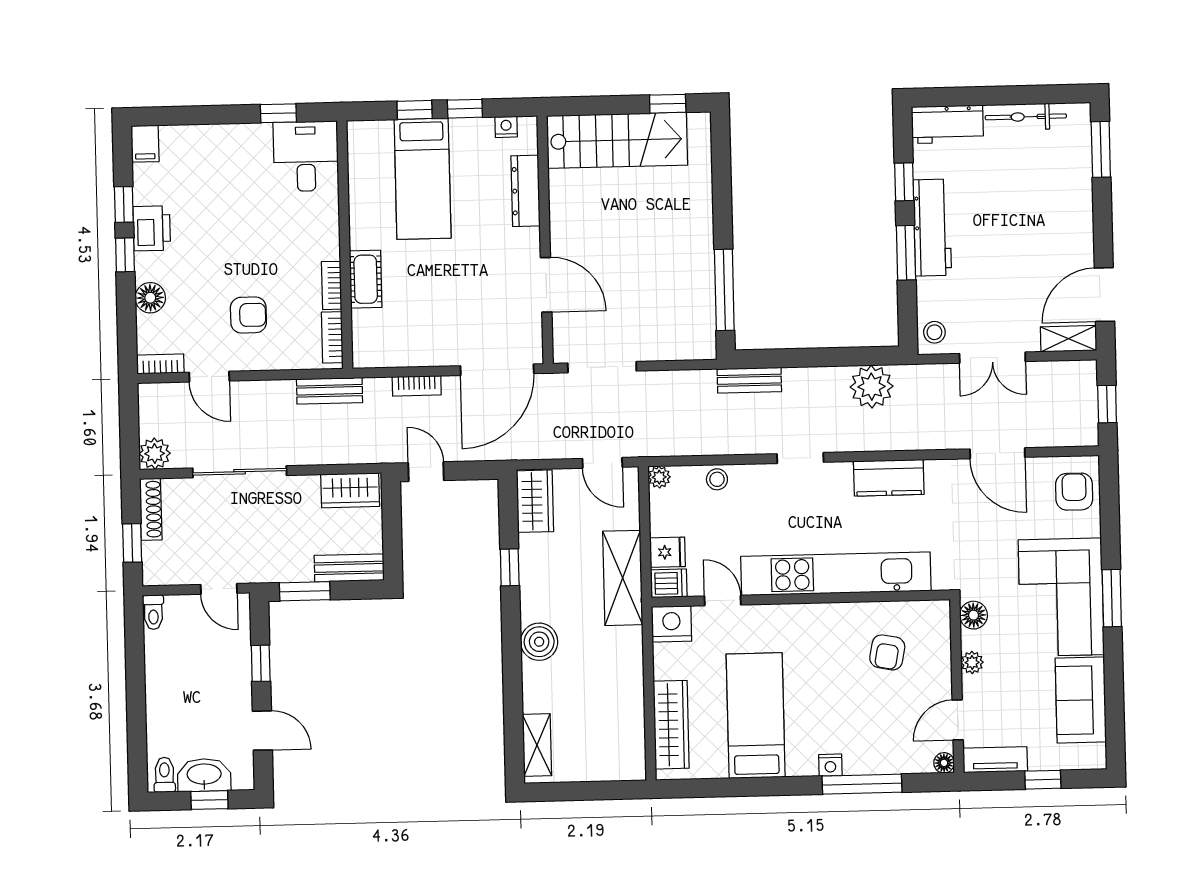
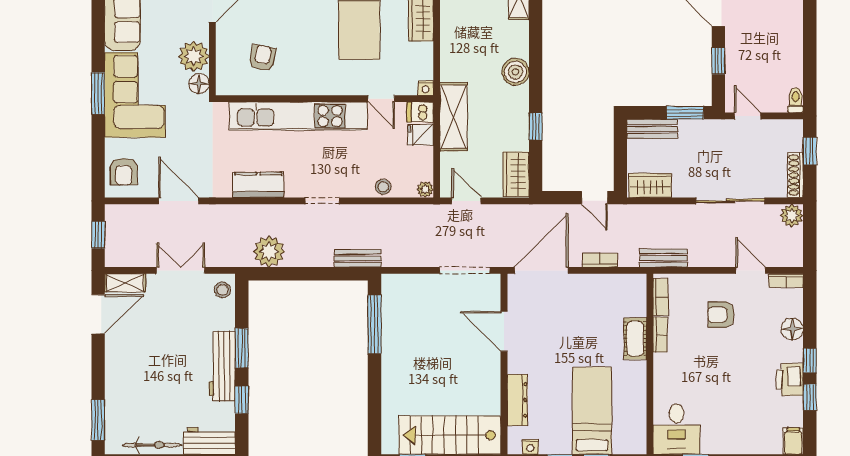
nightstand: (671, 624) -> (426, 88), width x0.53, depth x0.56
plant: (972, 662) -> (194, 56), width x1.87, depth x1.87

